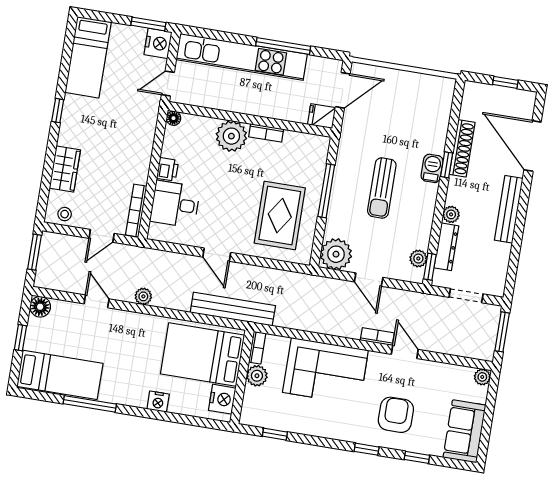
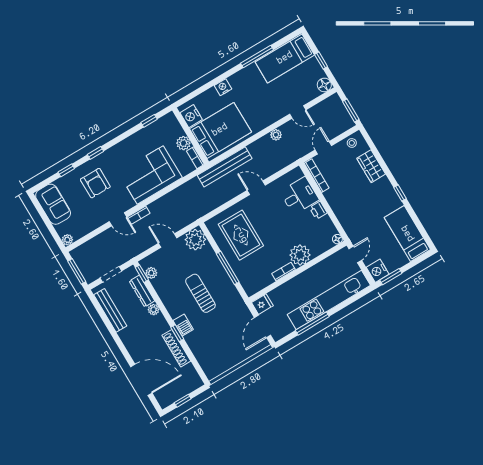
bench: (509, 209) -> (110, 310), moved

